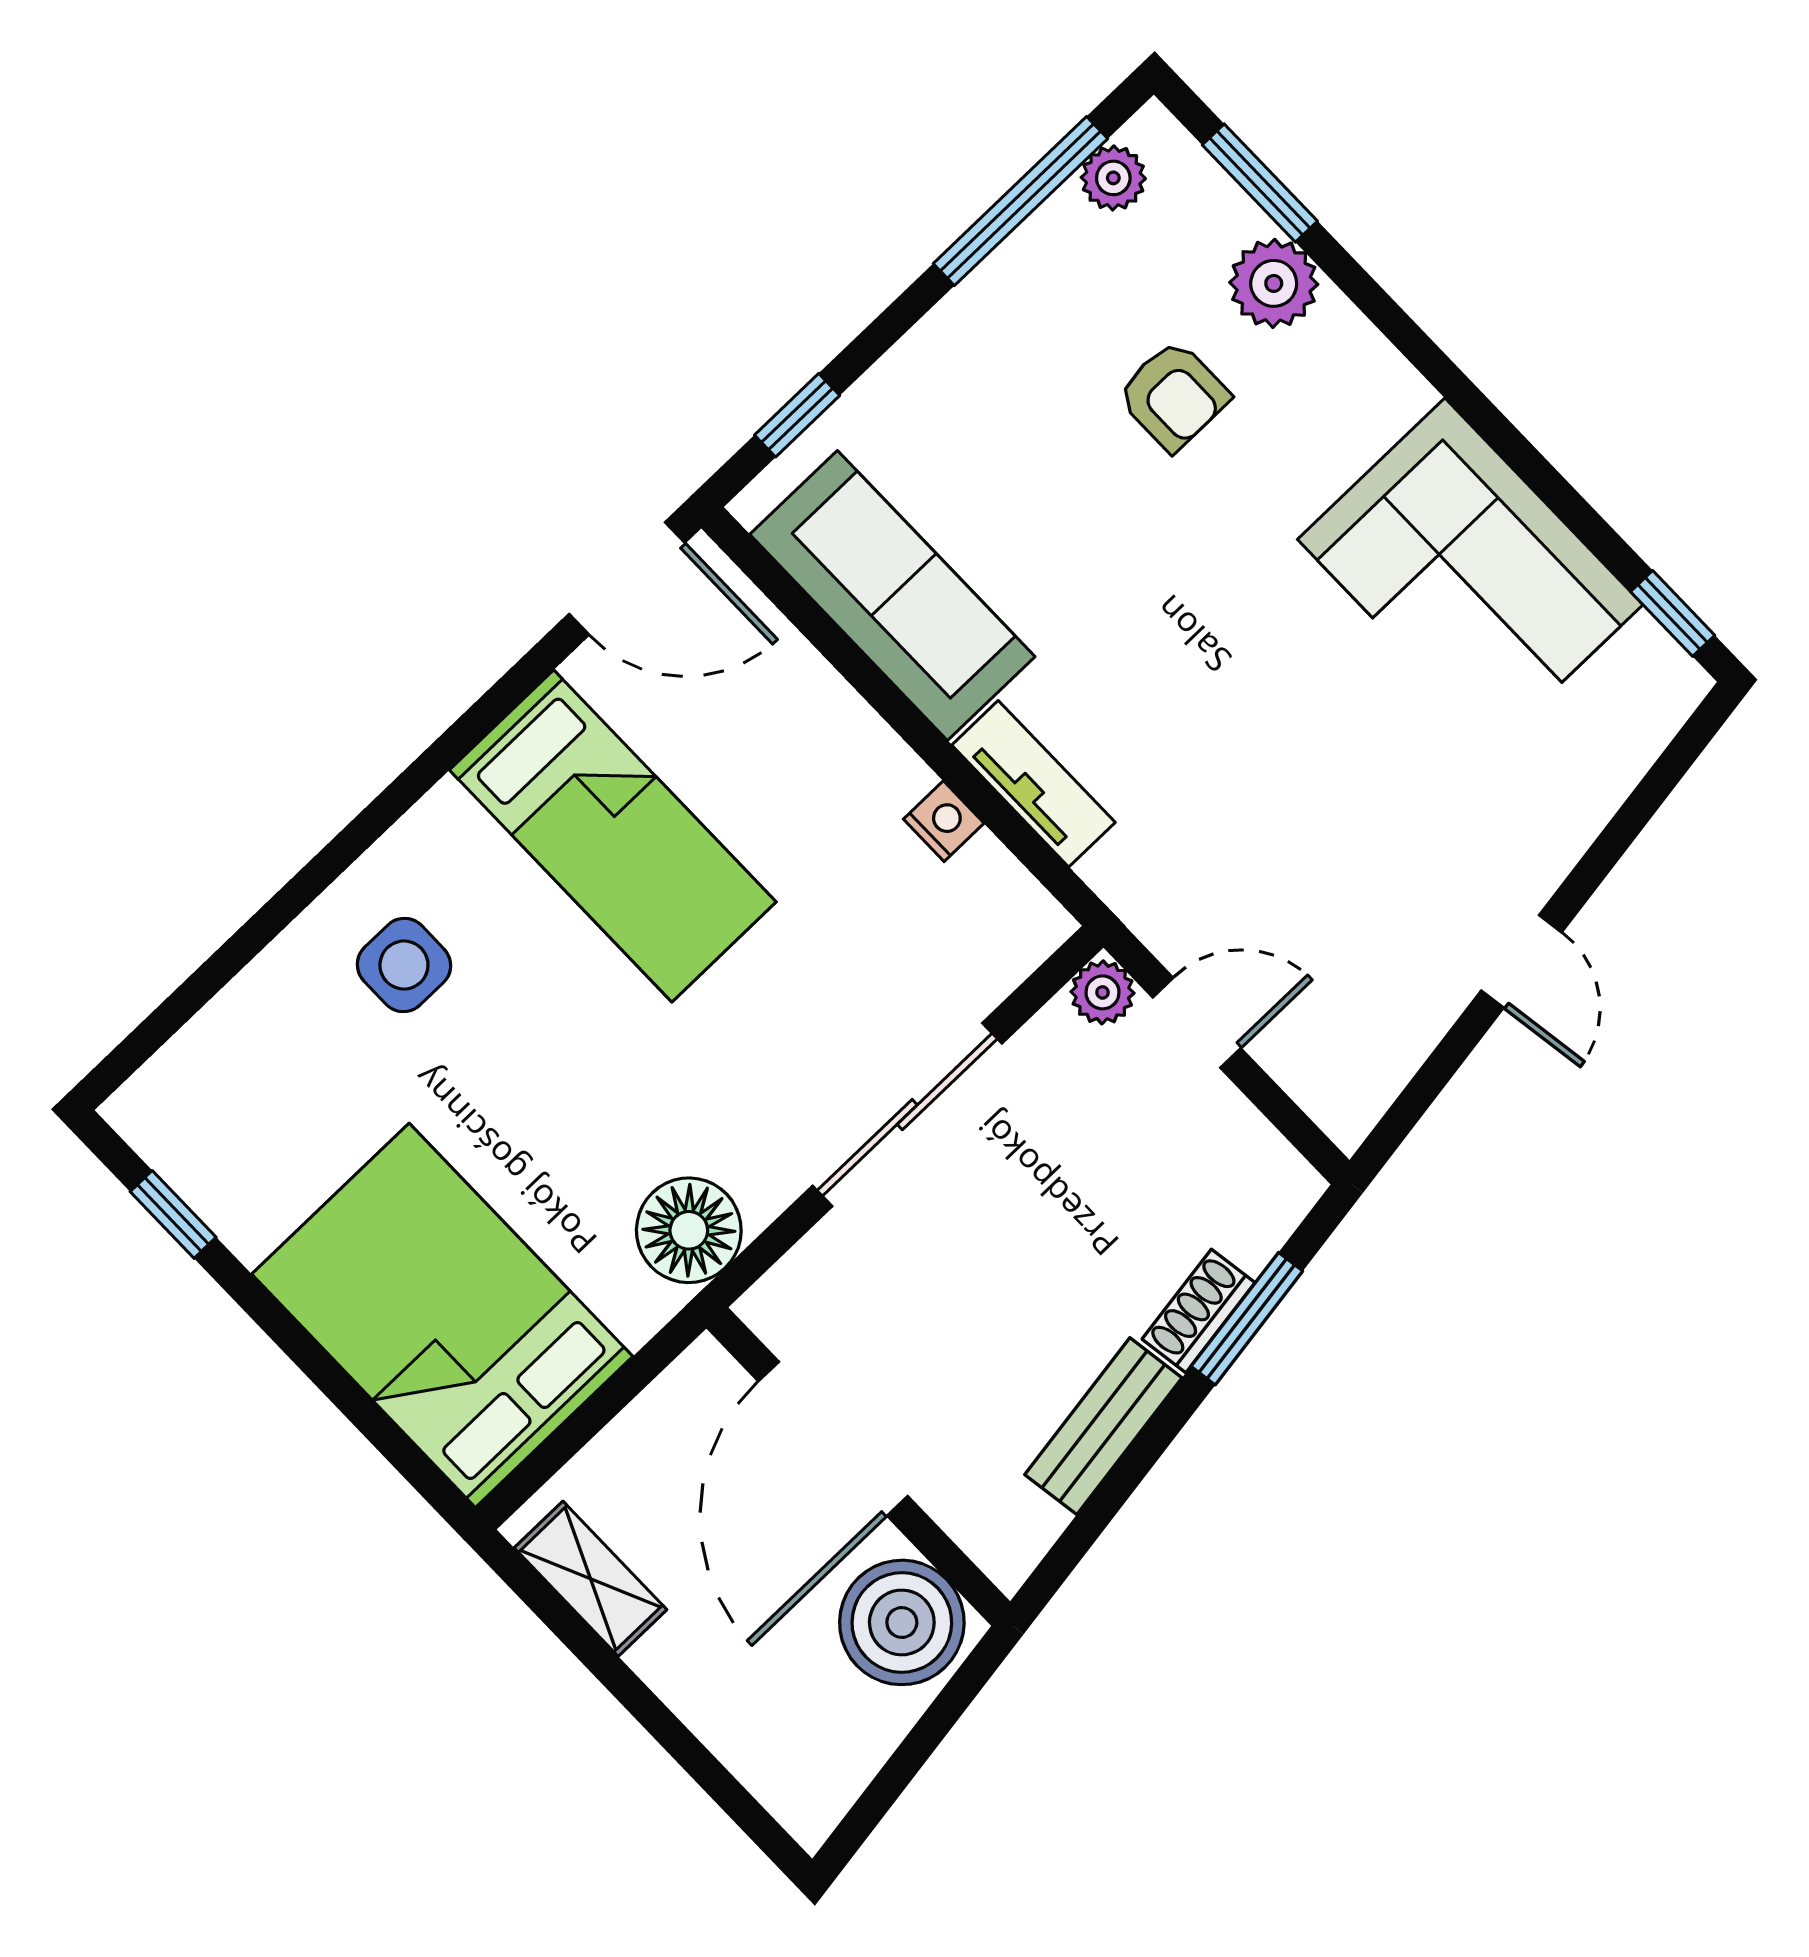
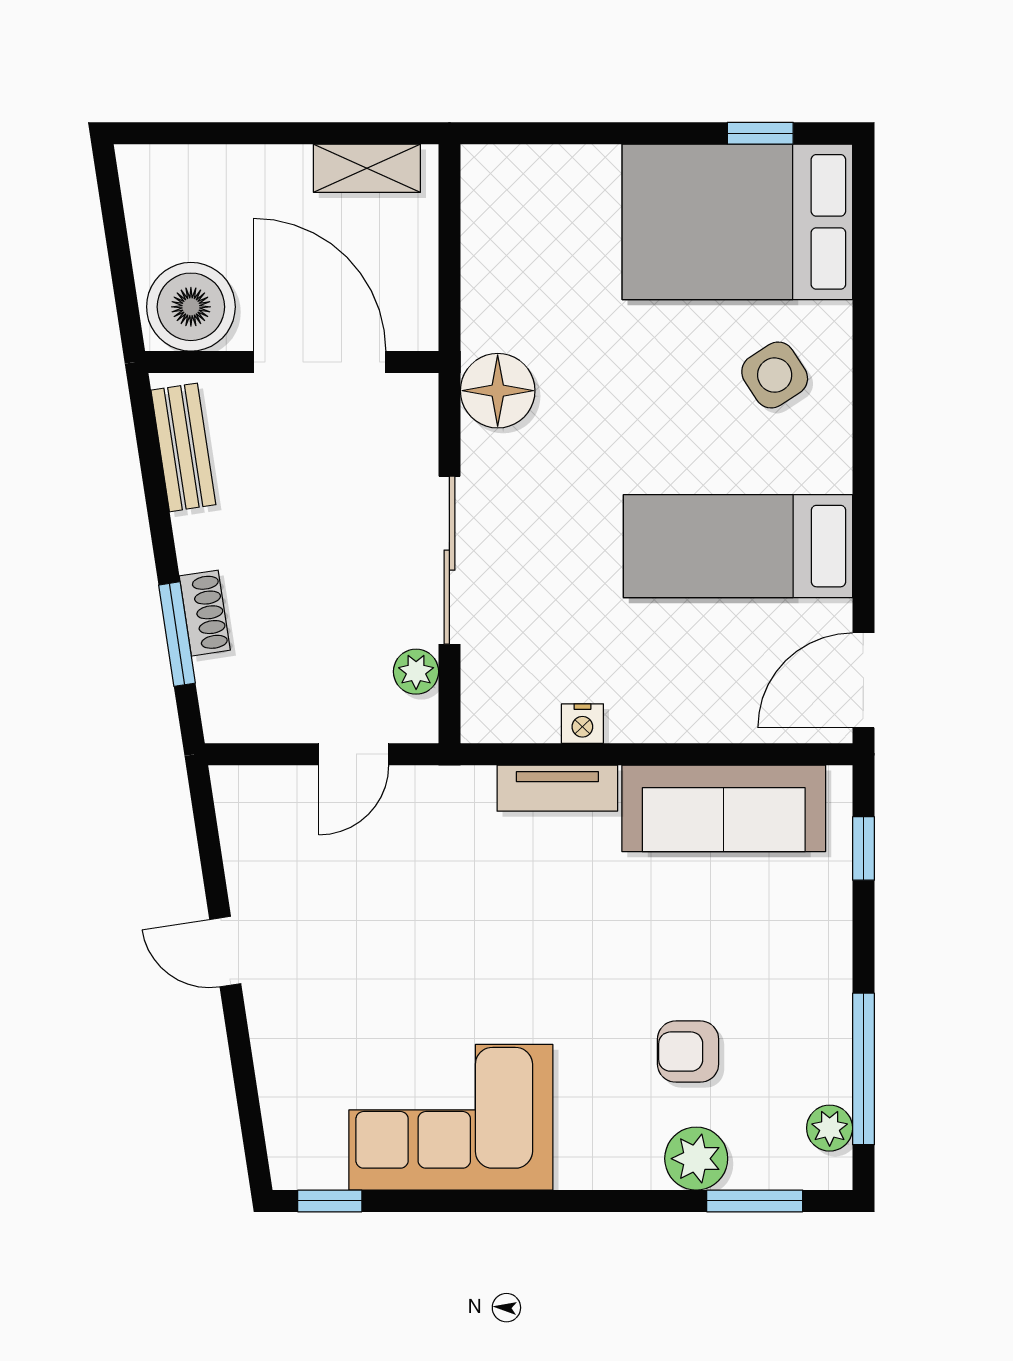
side table: (404, 965) -> (775, 375), turned -33
plant: (1102, 992) -> (416, 672), moved
bed: (442, 1315) -> (737, 222), moved, turned 180
bench: (1103, 1426) -> (183, 447), moved

